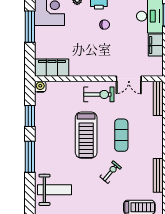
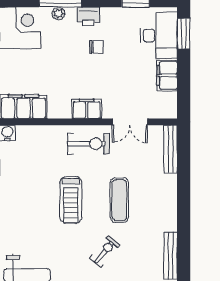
filing cabinet: (98, 69) -> (87, 109), added
treadmill: (86, 135) -> (71, 200), width x0.73, depth x0.73

